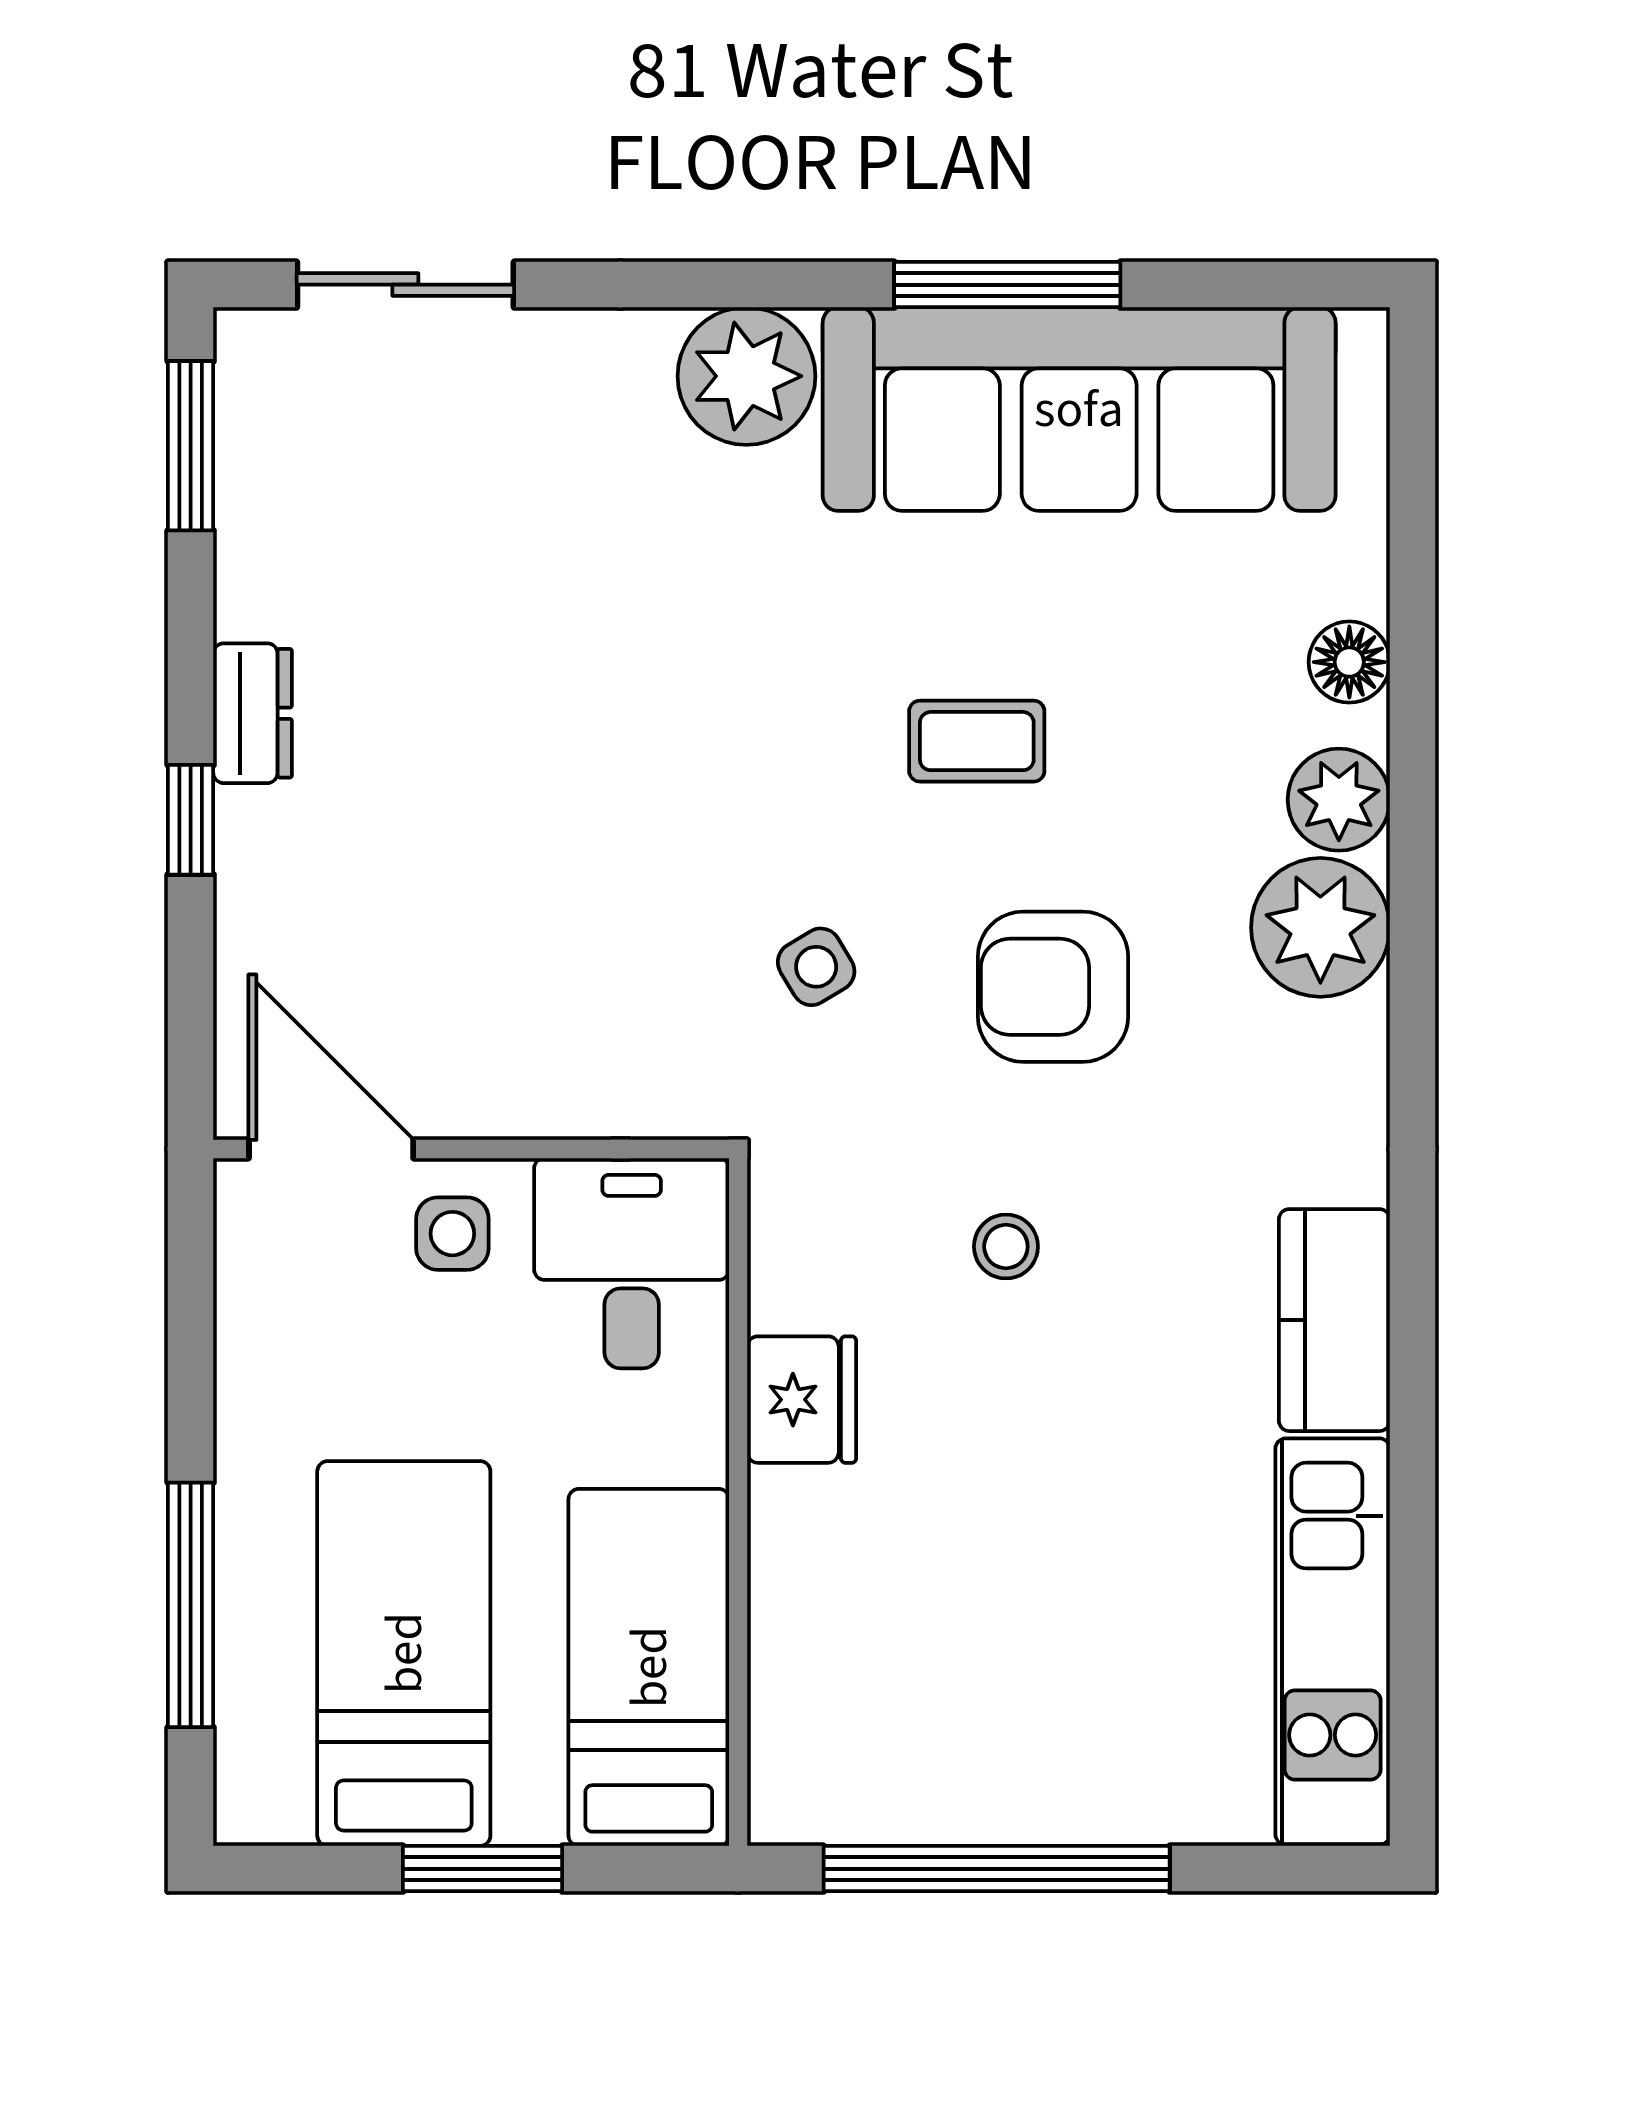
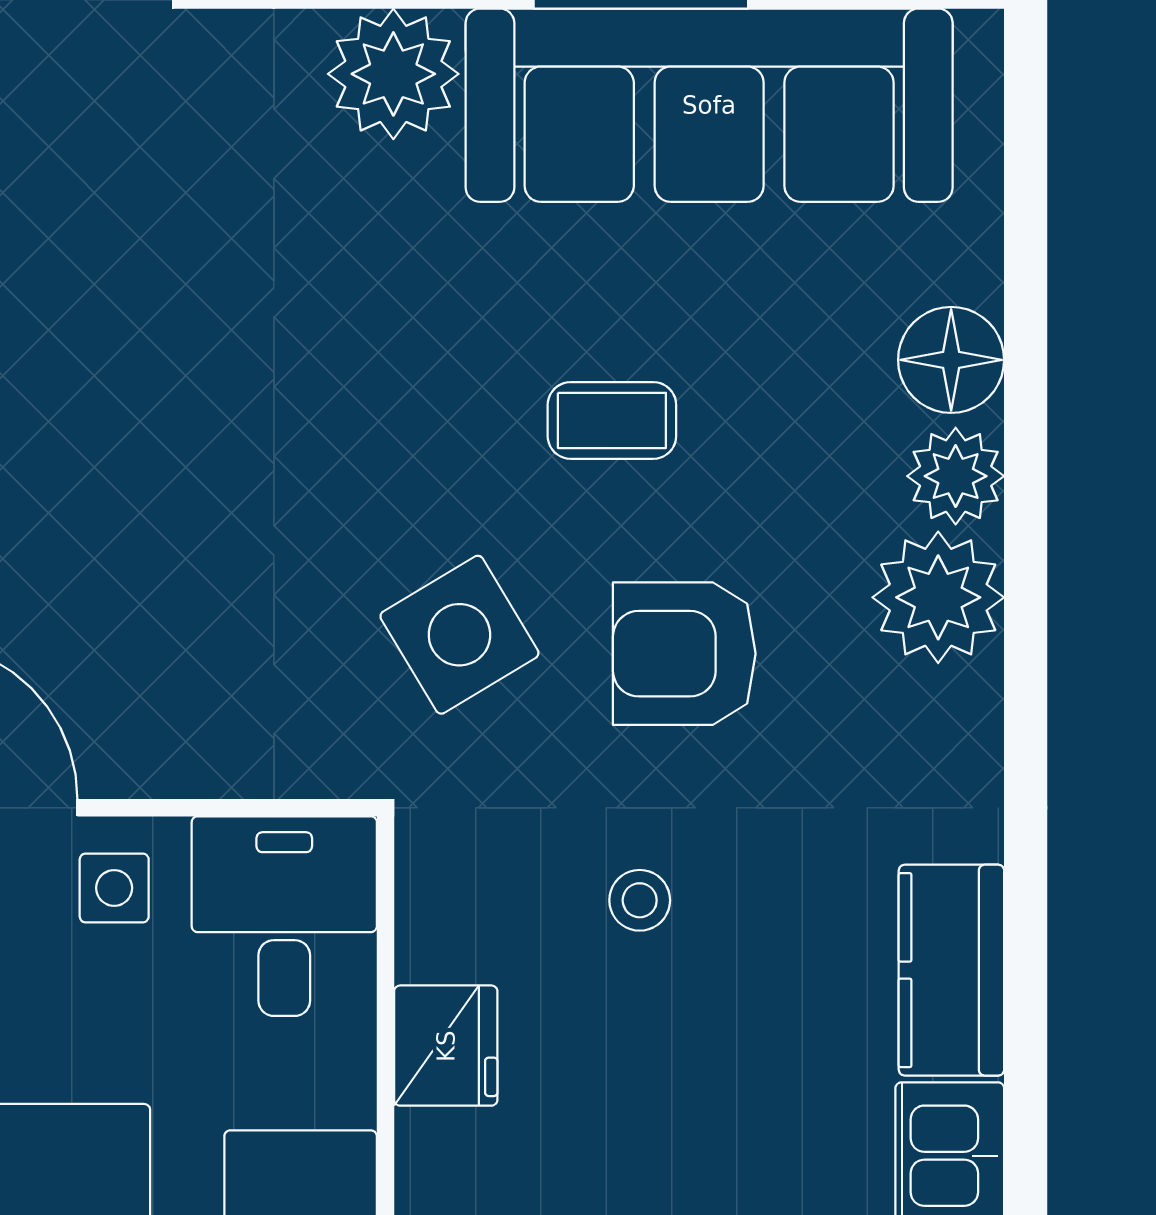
floor lamp: (1349, 662) -> (951, 360), width x1.38, depth x1.38
side table: (816, 967) -> (459, 635), width x1.87, depth x1.87

